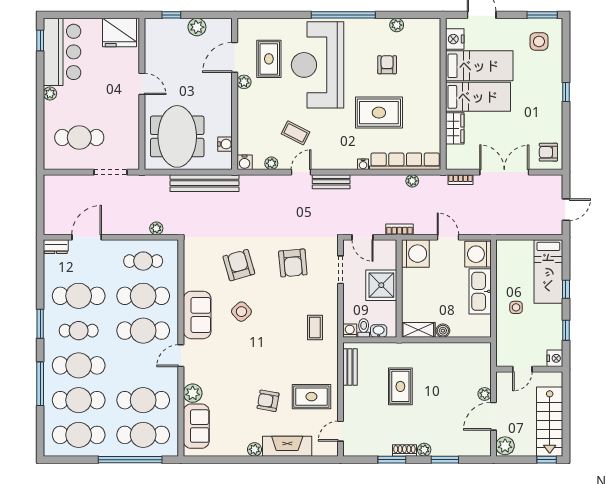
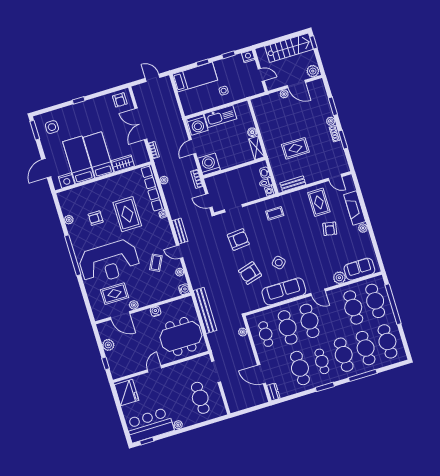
water cooler: (225, 144) -> (156, 311), moved
door: (363, 237) -> (209, 201), swing flipped
shower: (381, 285) -> (235, 180), removed
sofa: (197, 315) -> (284, 291), width x1.36

